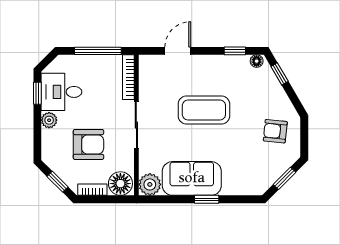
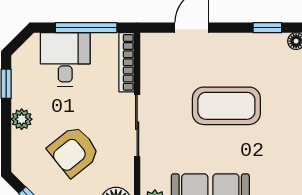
desk: (61, 92) -> (65, 59), moved, turned 90
armchair: (88, 144) -> (74, 151), turned 141

